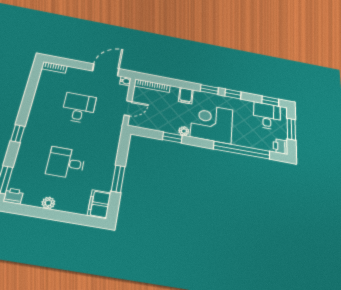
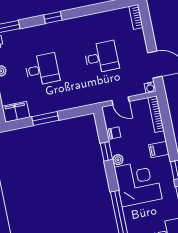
chair: (157, 124) -> (115, 133), added
desk: (66, 163) -> (42, 69), turned 90

